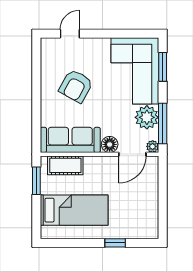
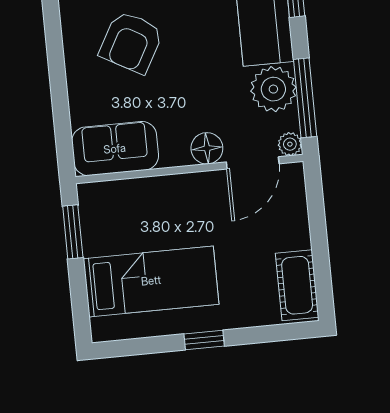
sofa: (70, 140) -> (115, 149), width x0.73
cot: (65, 165) -> (297, 285), moved, turned 90
window: (115, 243) -> (204, 340), moved

